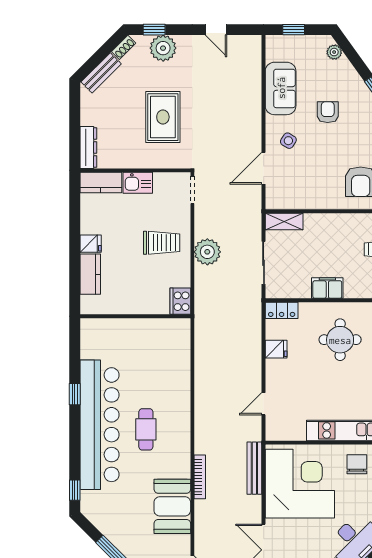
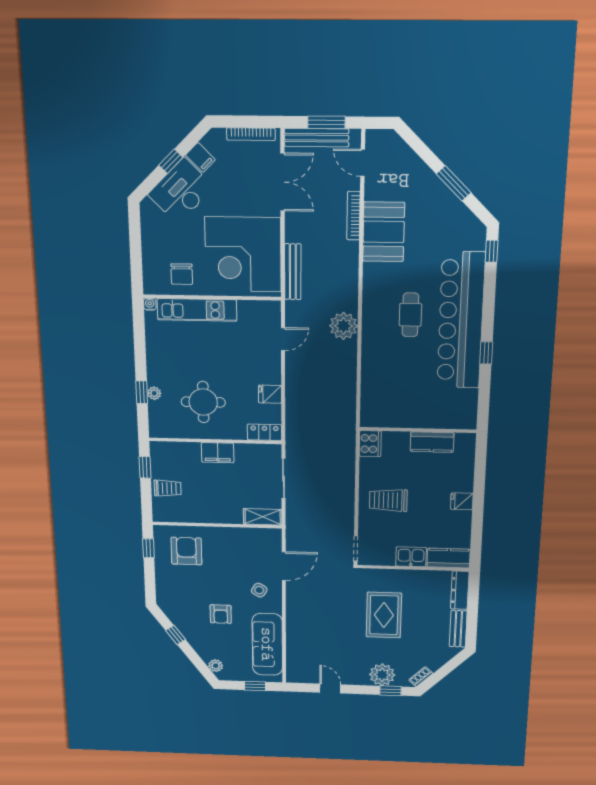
bench: (101, 73) -> (458, 629), moved, turned -45
sofa: (281, 88) -> (267, 644), width x1.36
plant: (207, 252) -> (344, 326), moved
kitchen counter: (90, 274) -> (432, 442), moved, turned -90
bookcase: (200, 477) -> (353, 216), moved

